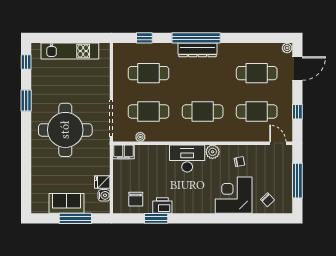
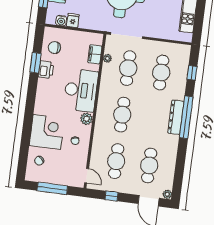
door: (278, 143) -> (87, 176), hinge flipped
filing cabinet: (124, 152) -> (95, 54), moved
desk: (187, 158) -> (81, 90), width x1.36, depth x1.30

